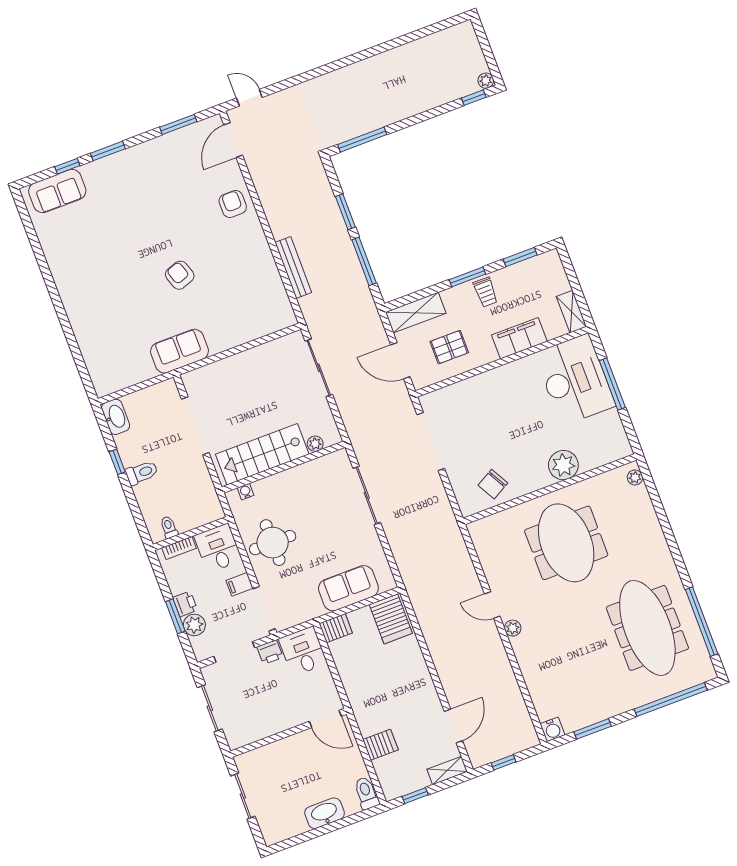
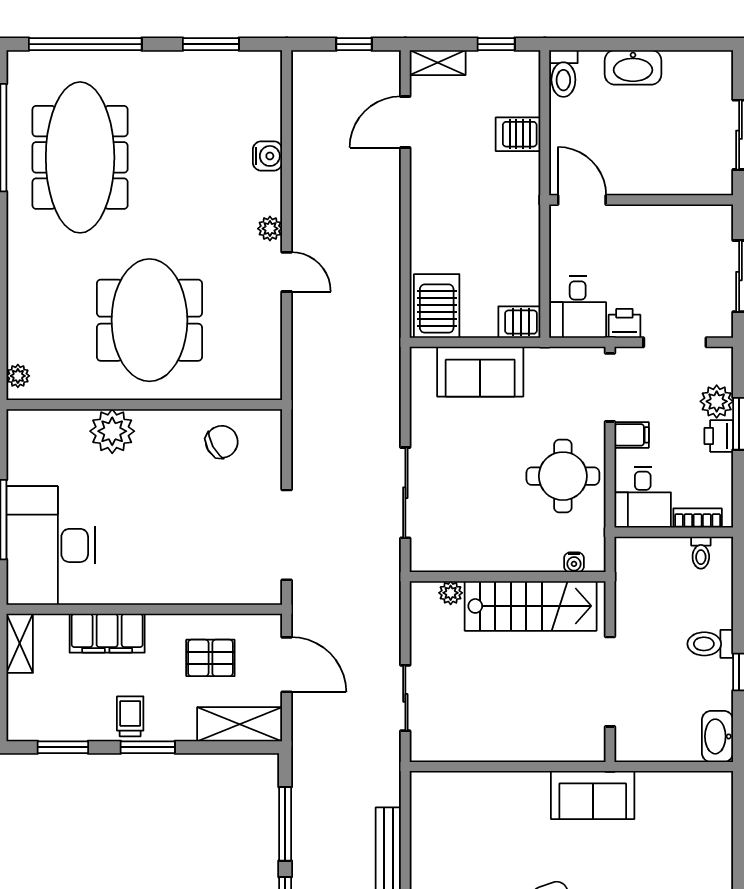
sliding door: (319, 368) -> (405, 698), width x0.73
water cooler: (552, 729) -> (267, 156), moved, turned 90

